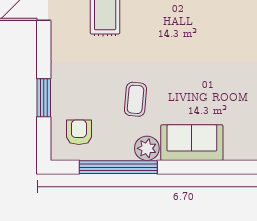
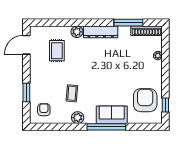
sofa: (192, 143) -> (112, 115), moved
window: (118, 167) -> (106, 127), moved

